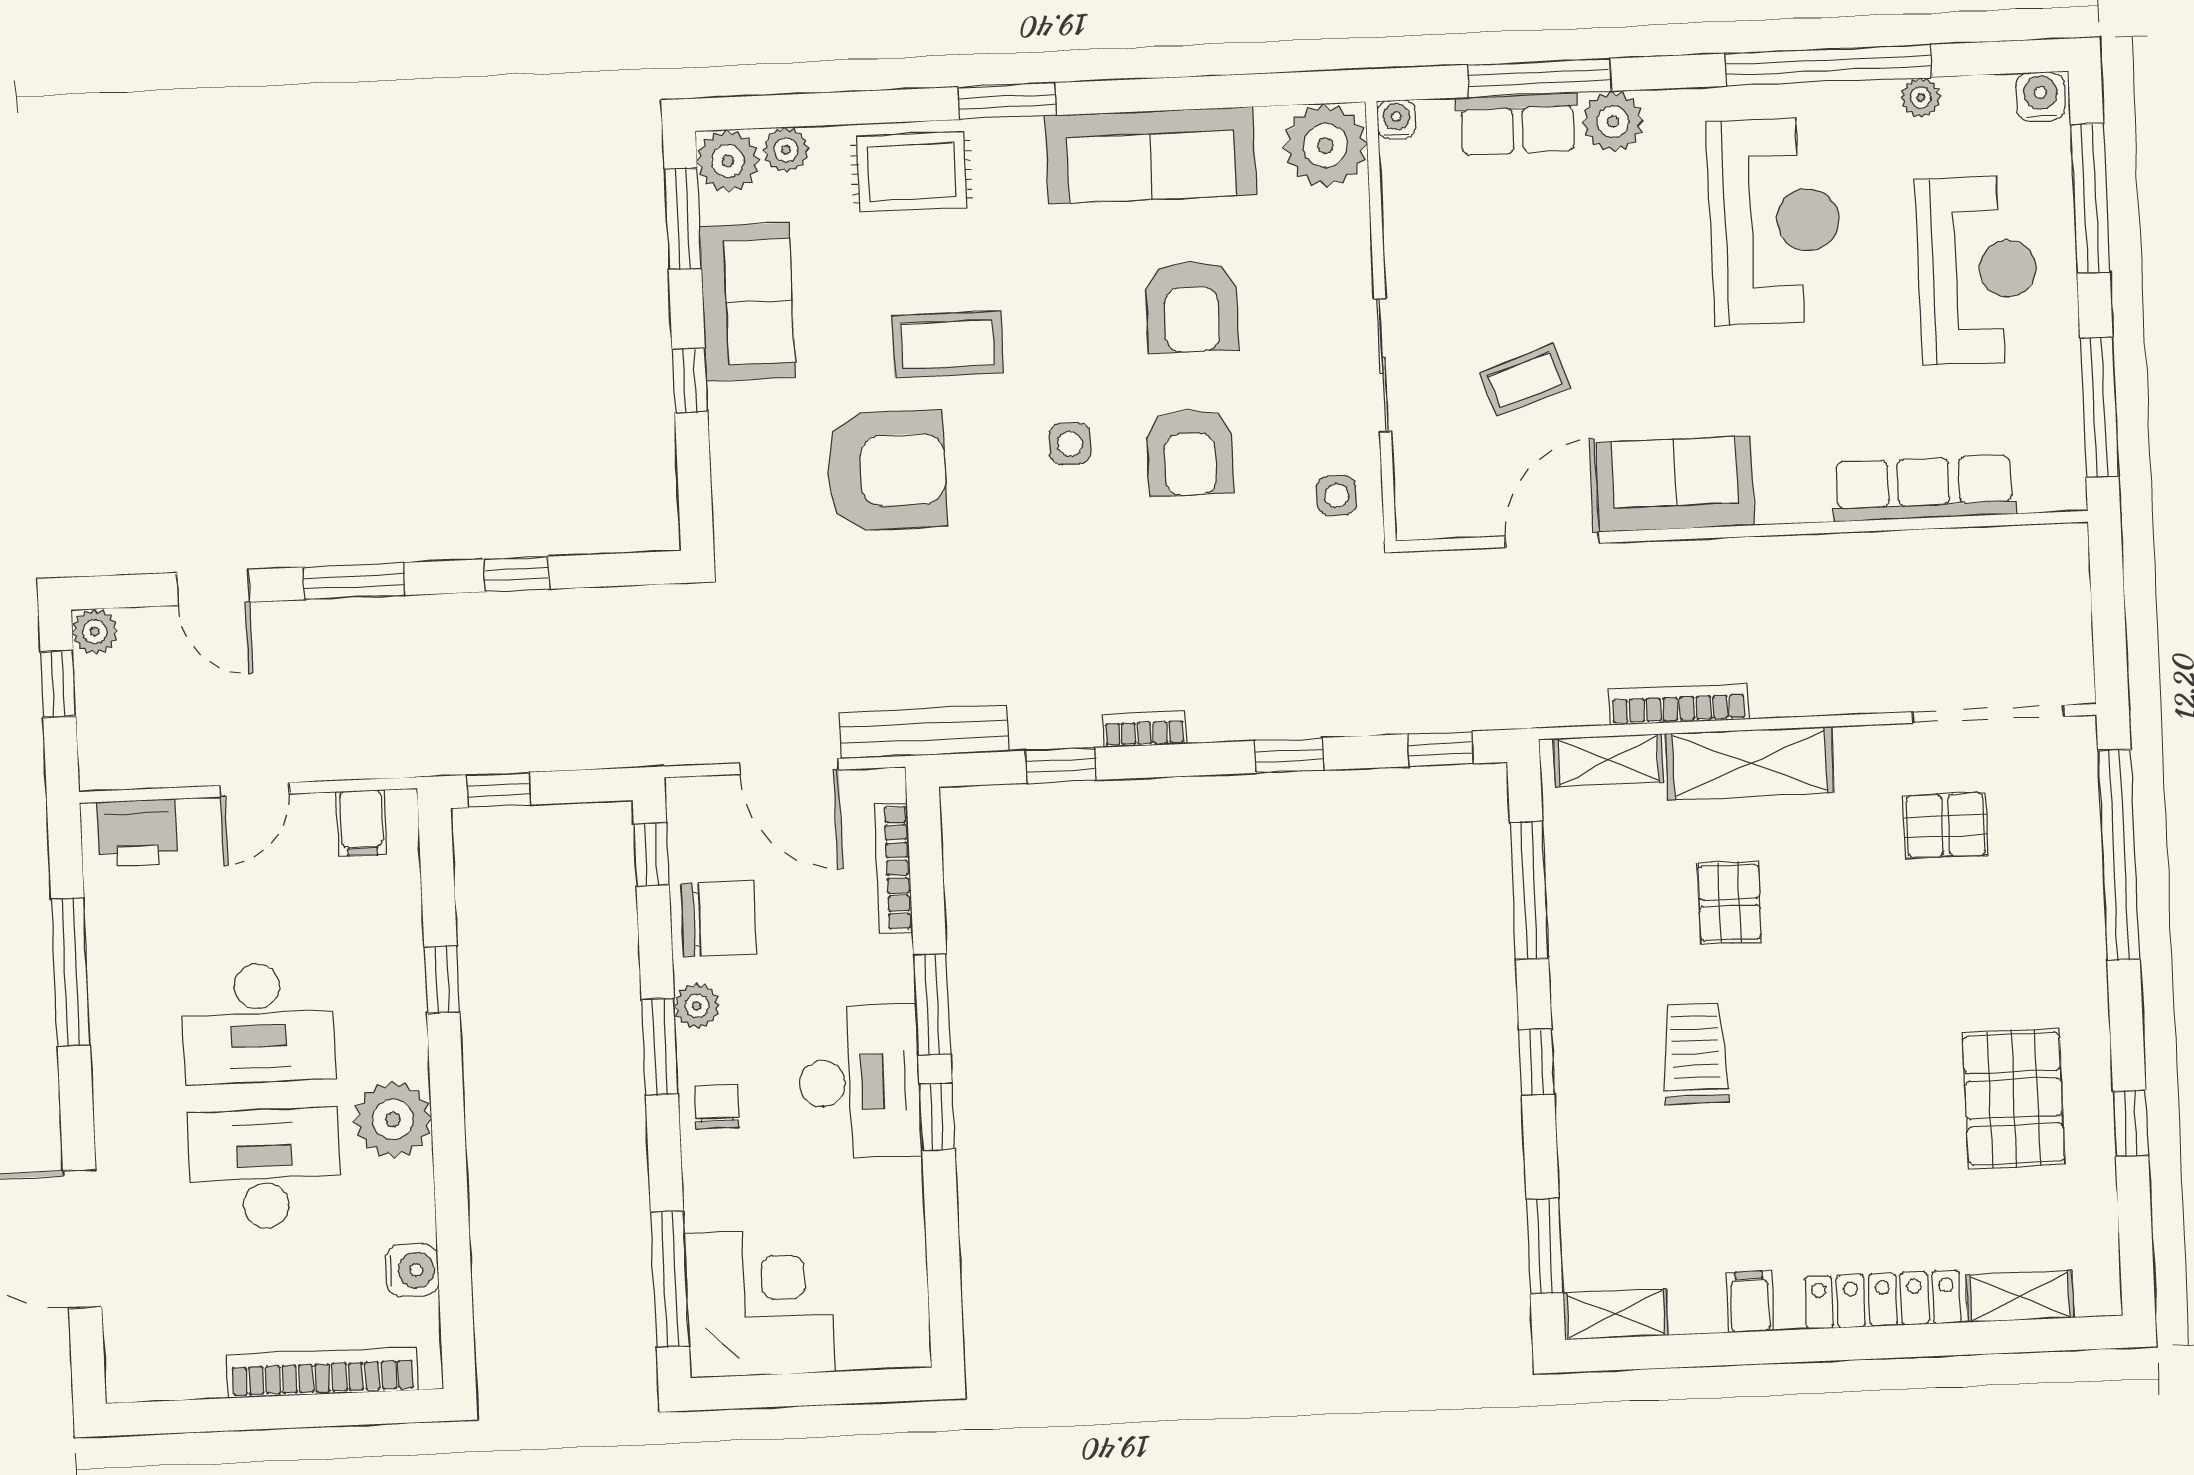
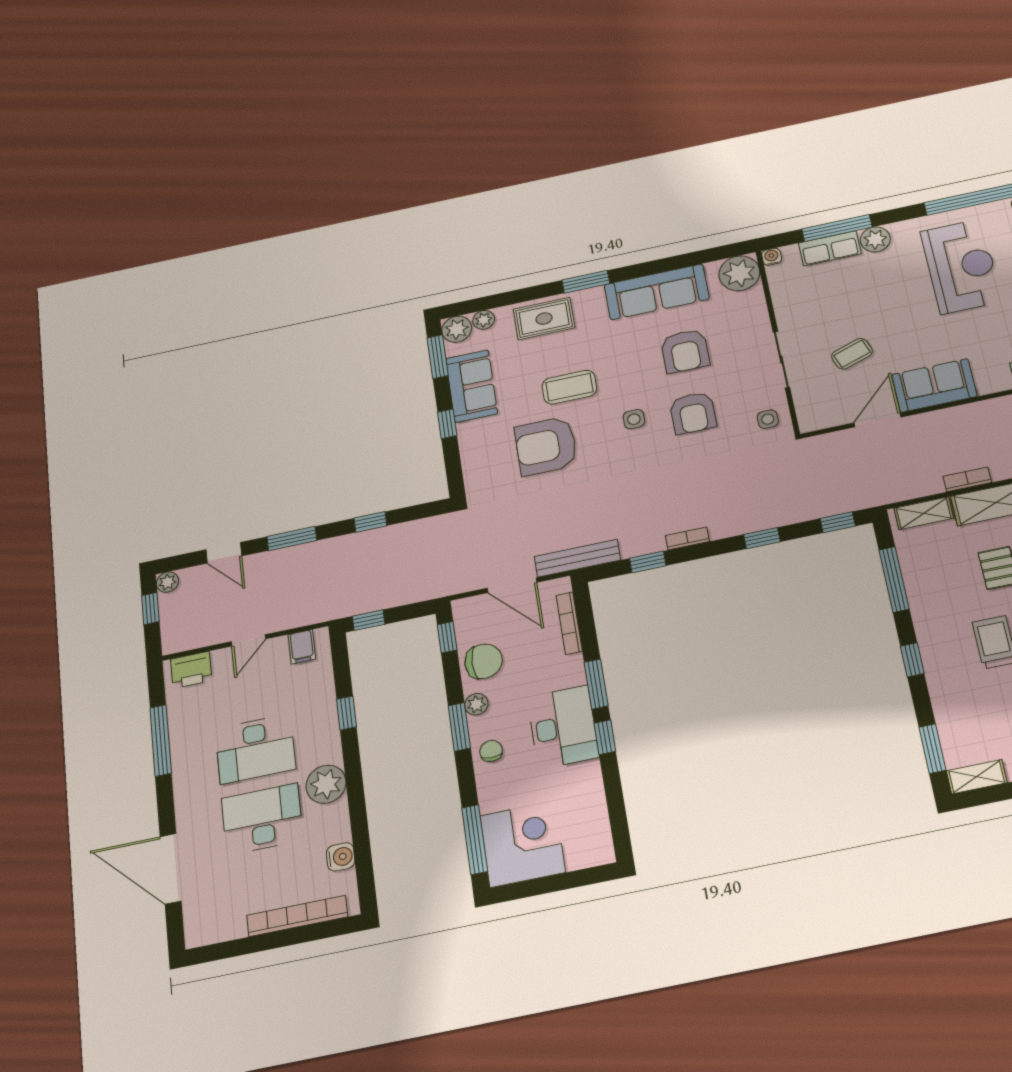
armchair: (886, 470) -> (546, 446), turned 180
bookcase: (1679, 704) -> (967, 479), width x0.64

